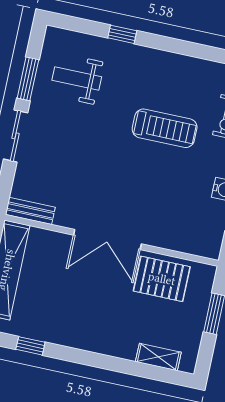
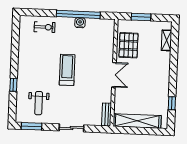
window: (28, 79) -> (31, 126), moved
treadmill: (165, 128) -> (67, 70), moved
double door: (107, 239) -> (114, 75), width x0.73

